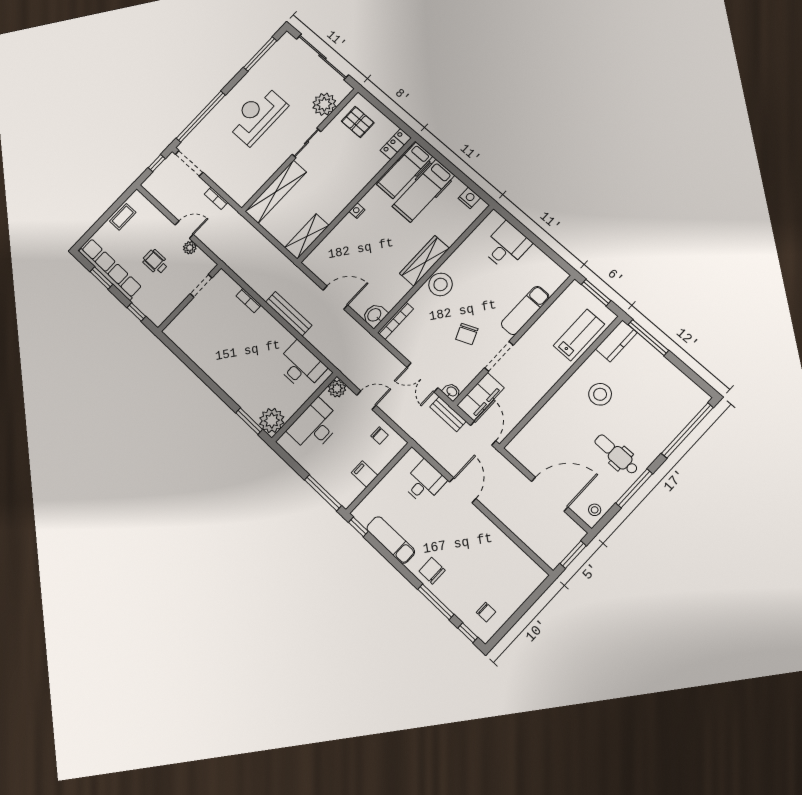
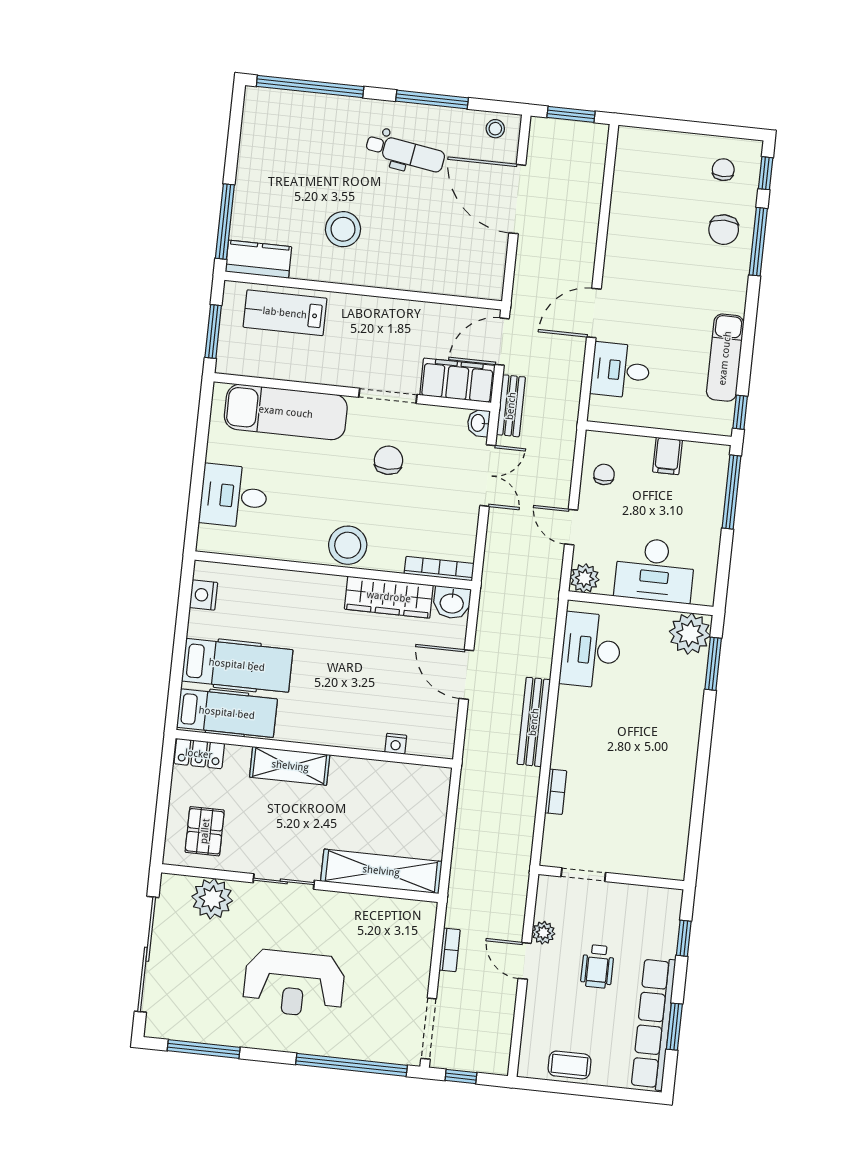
nightstand: (357, 211) -> (396, 744), moved
shelving: (307, 236) -> (290, 766), moved
wardrobe: (424, 261) -> (389, 597), moved
exam couch: (525, 310) -> (286, 412), width x1.36, depth x1.45
chair: (467, 334) -> (388, 460), turned -67
dental chair: (616, 454) -> (405, 153), turned -81
chair: (432, 571) -> (724, 230), moved

